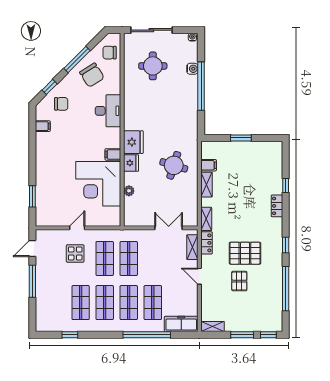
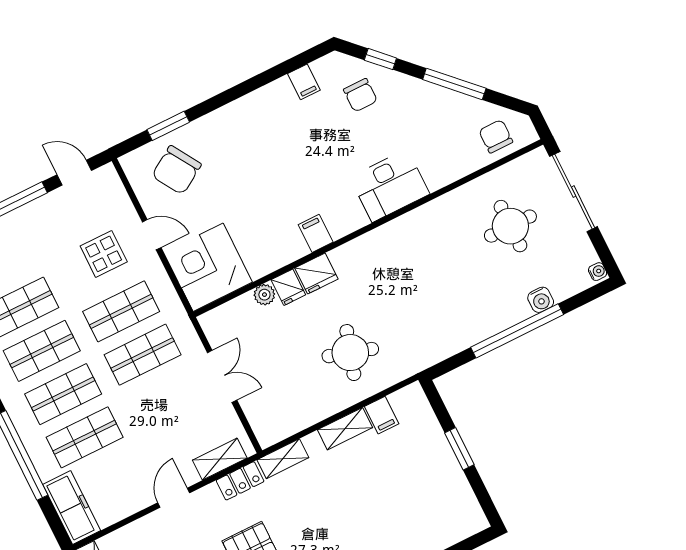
chair: (92, 75) -> (176, 170), moved
fridge: (133, 142) -> (288, 287), moved, width x0.53, depth x0.75
corner desk: (98, 184) -> (208, 267), moved, width x0.74, depth x0.74
double door: (169, 228) -> (222, 376), moved

